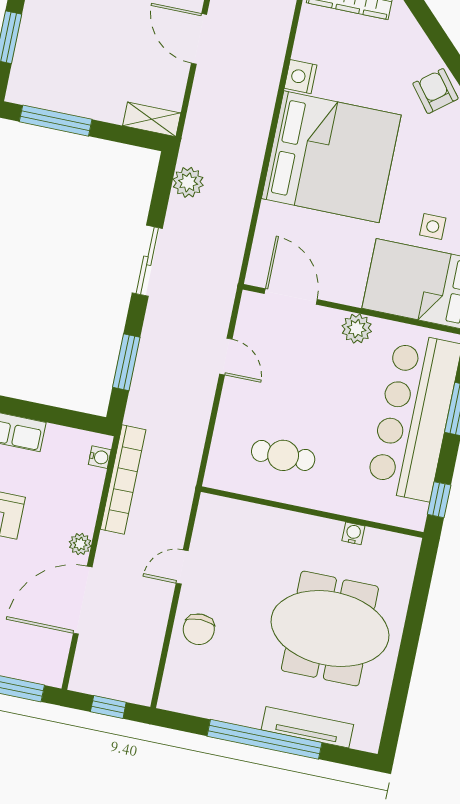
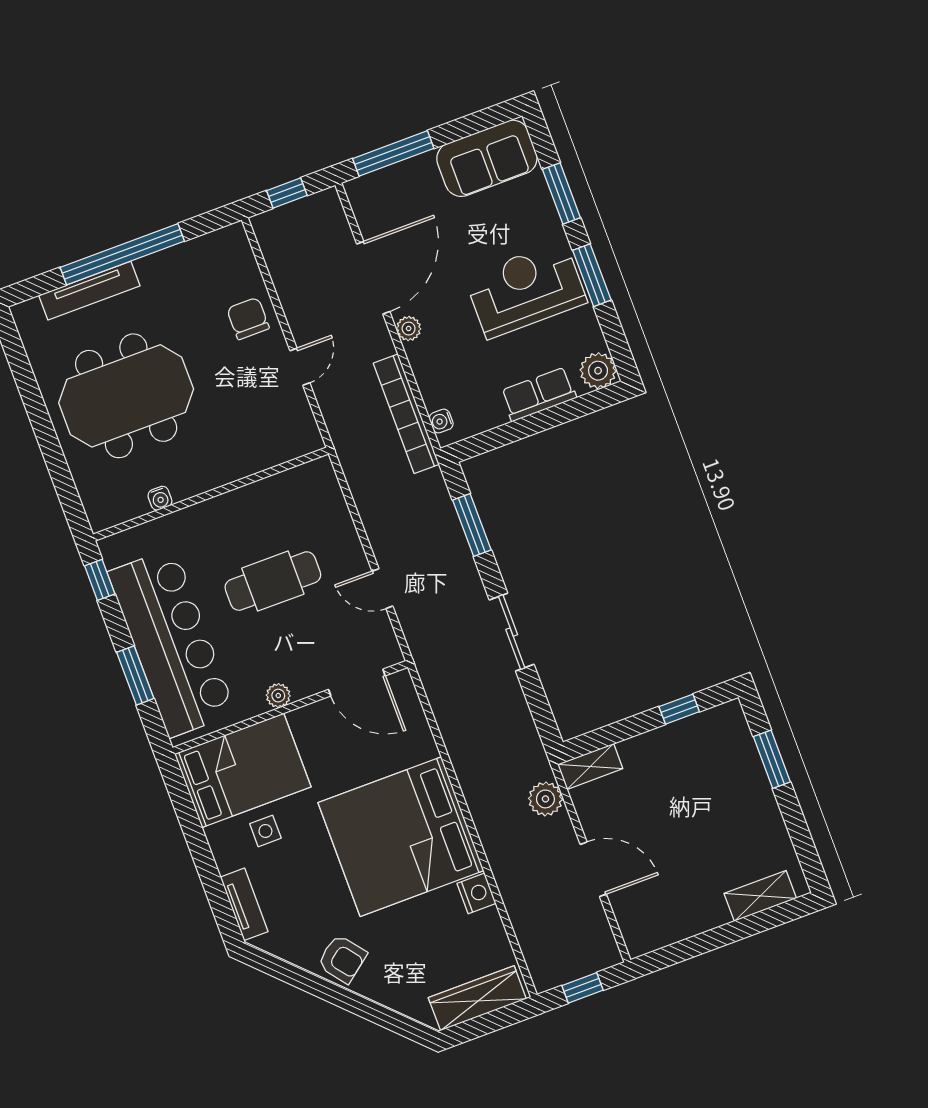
window: (56, 121) -> (679, 709), width x0.46
plant: (188, 182) -> (545, 799), moved
plant: (357, 329) -> (278, 696), width x0.73, depth x0.73
cafe table: (283, 455) -> (273, 581), moved, width x1.37, depth x1.35

